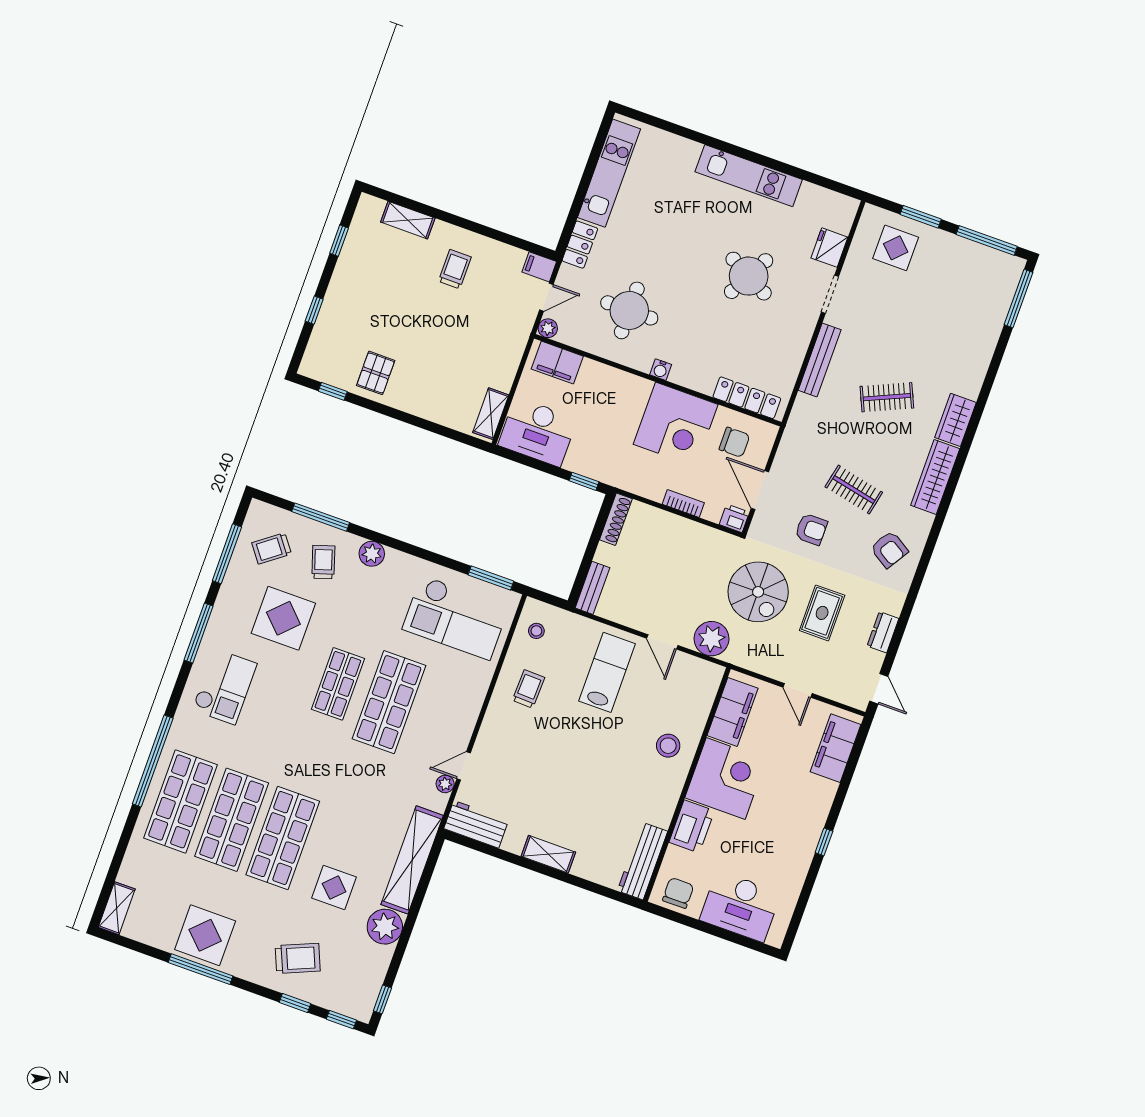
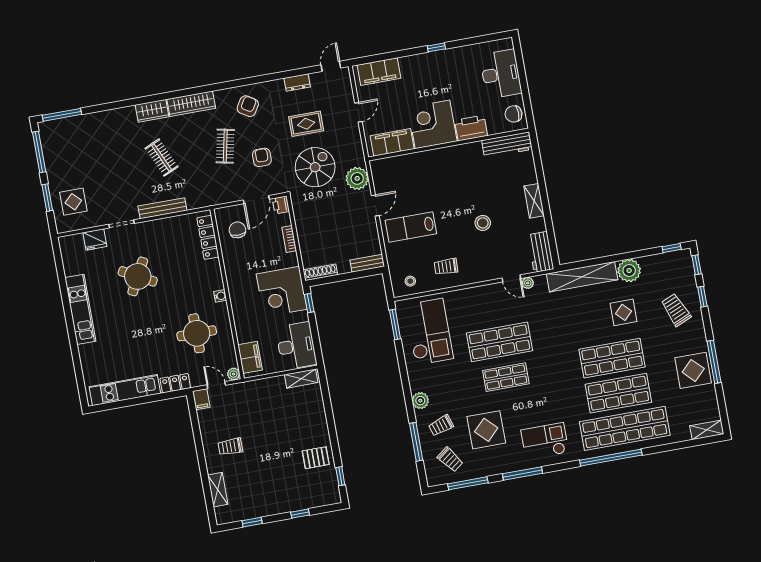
corner desk: (676, 424) -> (282, 292), moved, turned 180
stool: (668, 746) -> (483, 223), moved
shop shelf: (181, 801) -> (625, 428), width x1.40

